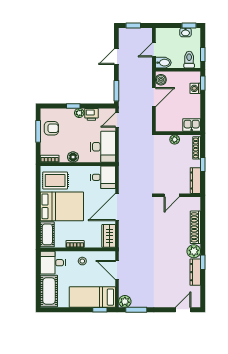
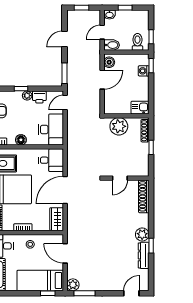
window: (189, 25) -> (125, 8), moved
washbasin: (186, 32) -> (109, 15), moved
plant: (175, 139) -> (119, 126), width x1.88, depth x1.88
dresser: (195, 181) -> (144, 163), removed
shoe rack: (195, 227) -> (144, 196), moved

